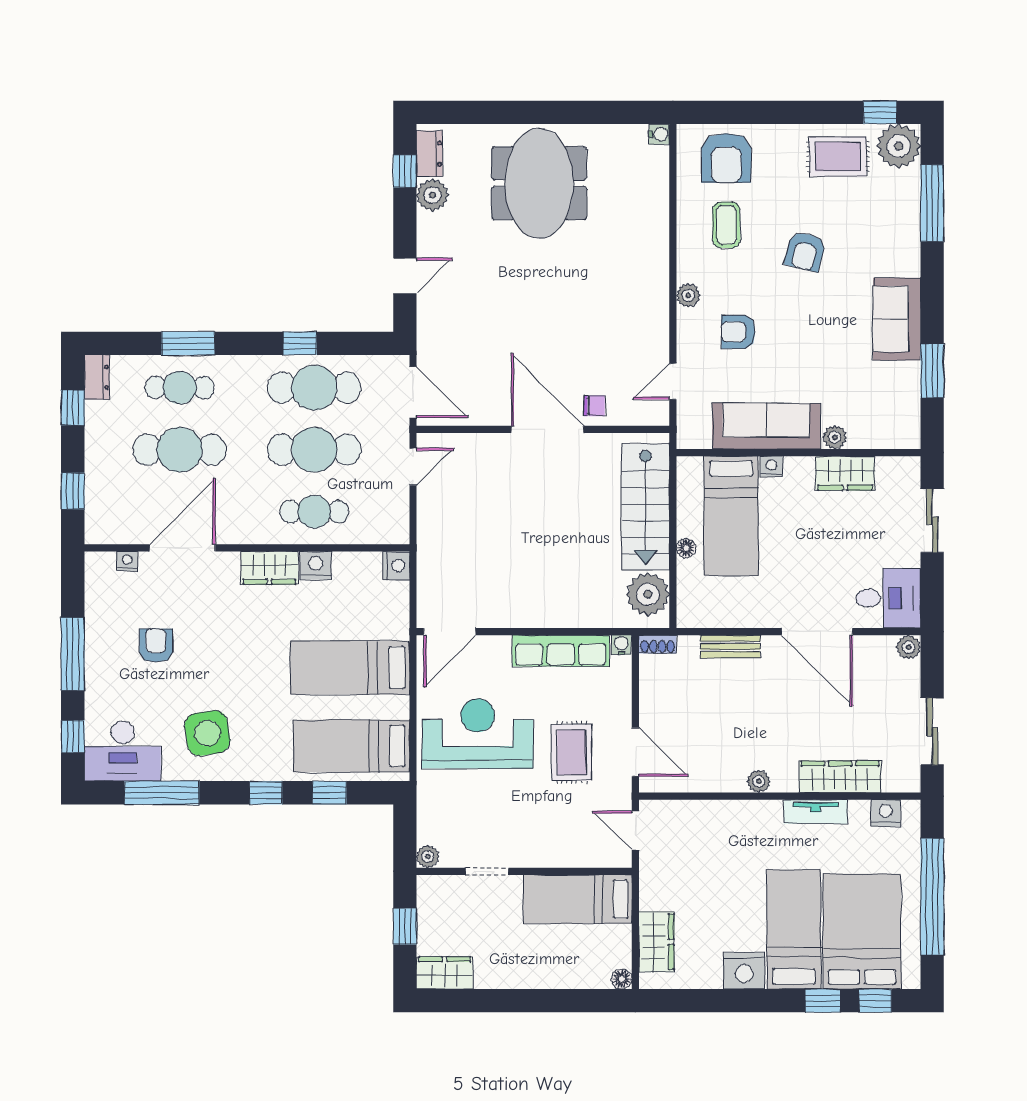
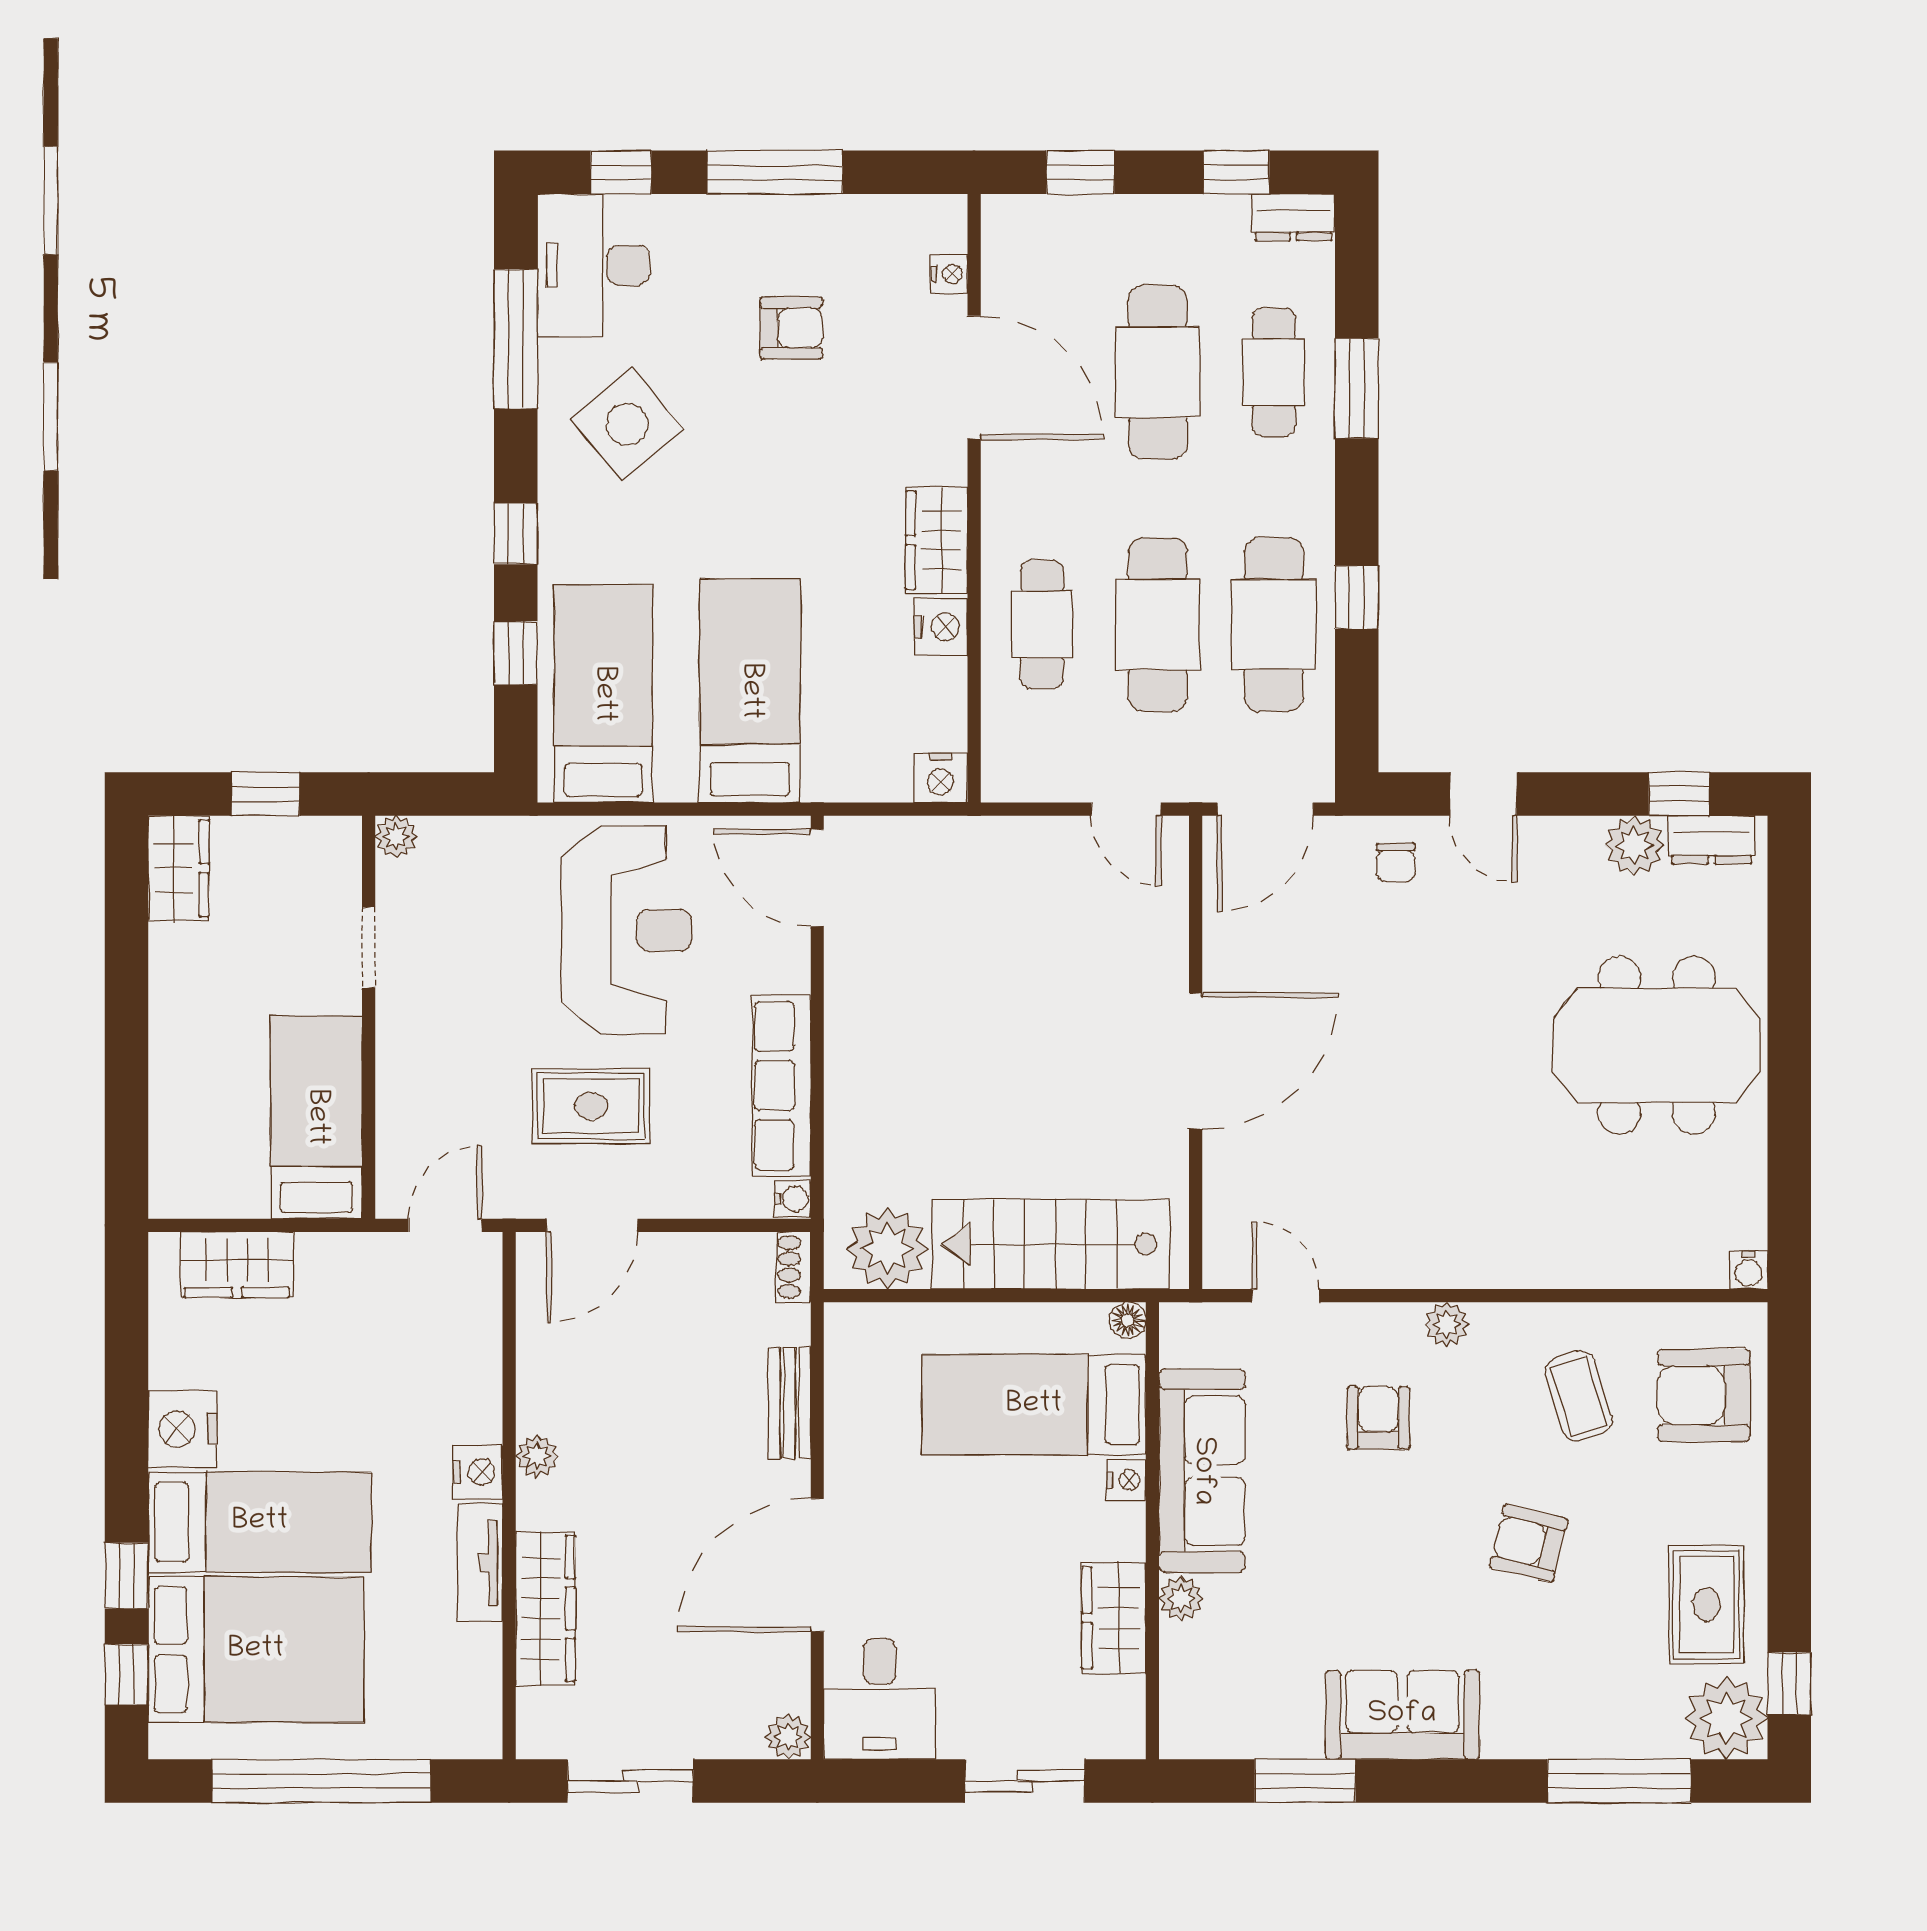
coffee table: (726, 225) -> (1578, 1396), turned 74
chair: (594, 406) -> (1396, 862), moved
floor lamp: (686, 548) -> (1128, 1320), moved
side table: (207, 733) -> (627, 424), turned -31
nightstand: (886, 813) -> (478, 1472), moved
floor lamp: (622, 979) -> (167, 1200), removed

